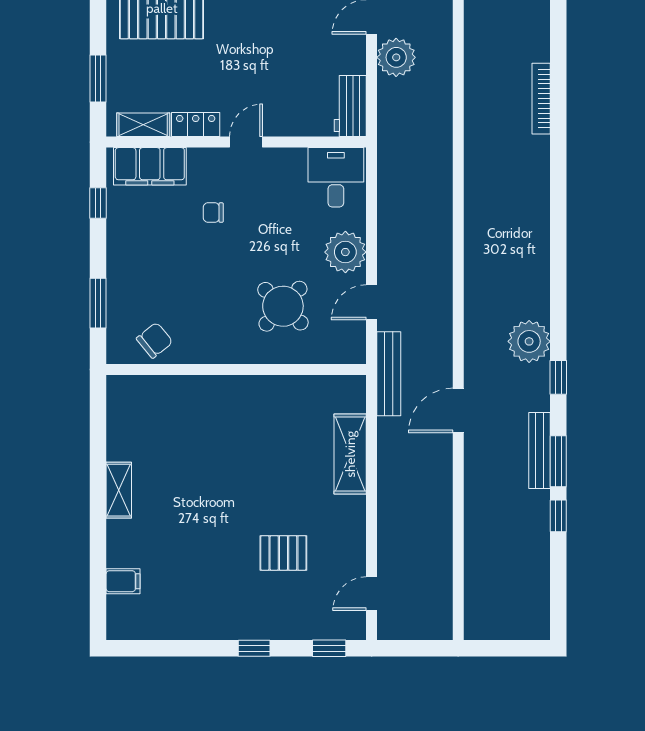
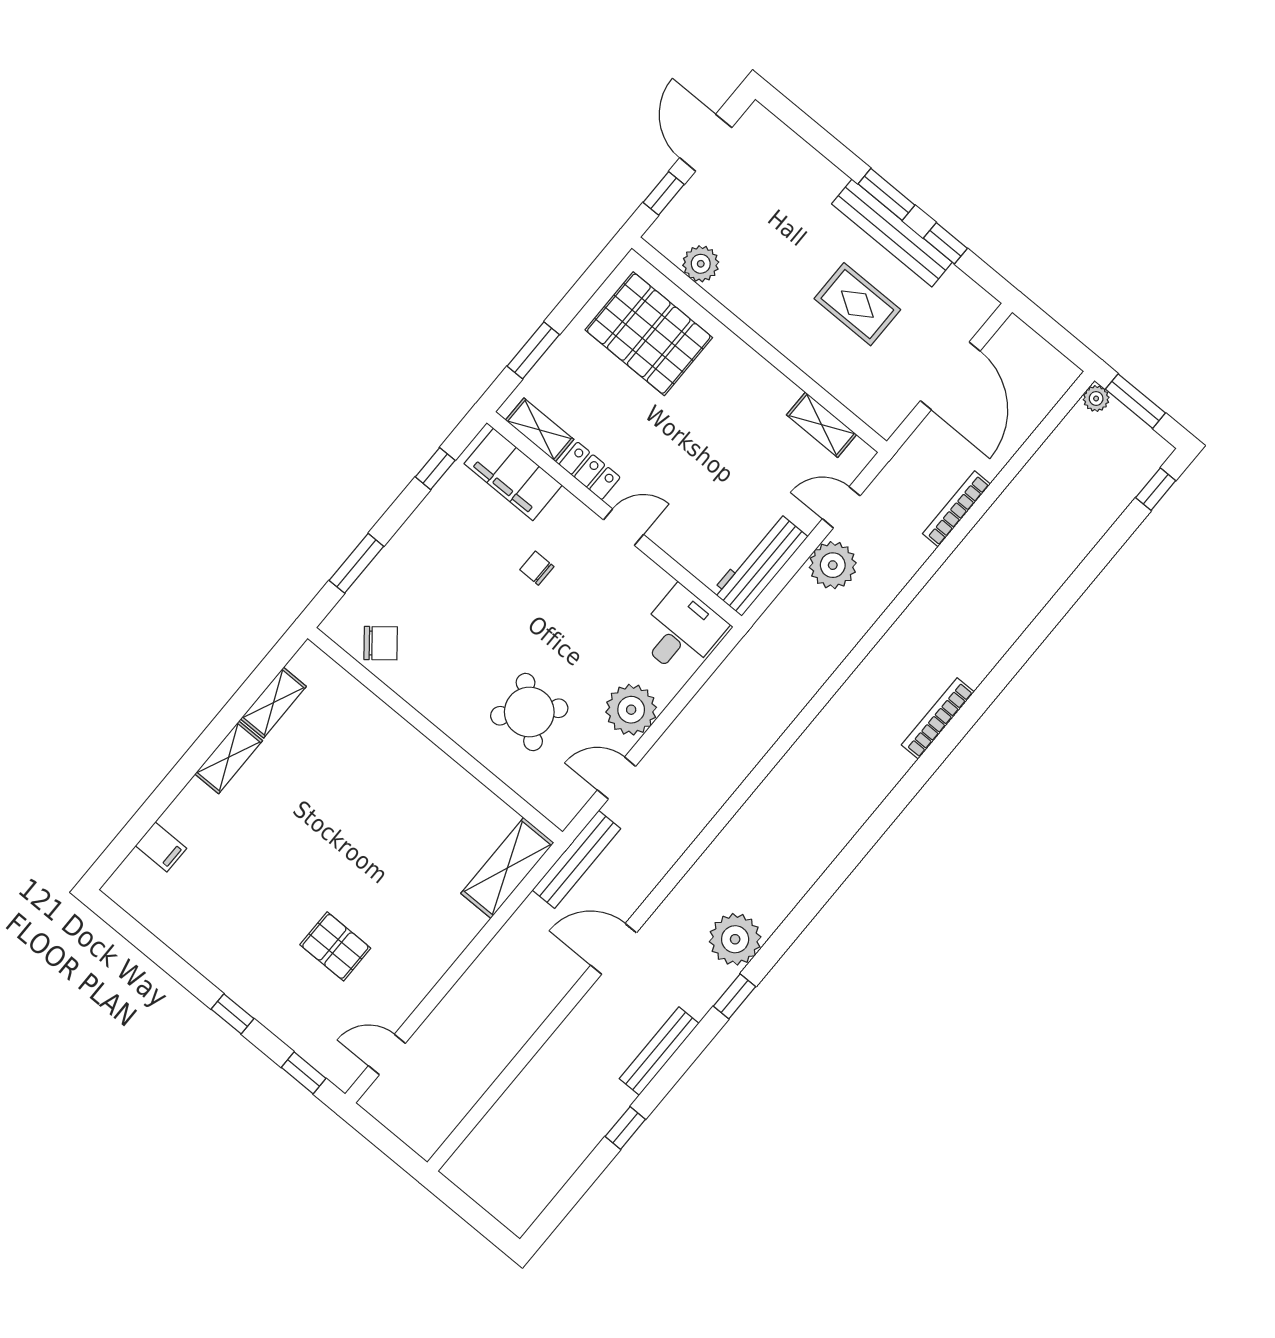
workbench: (350, 106) -> (760, 564), width x1.38
shelving: (118, 433) -> (273, 703), added
shelving: (350, 454) -> (507, 868), moved
window: (558, 461) -> (668, 1076), removed

